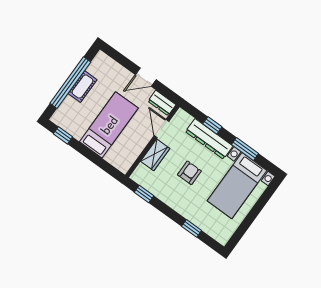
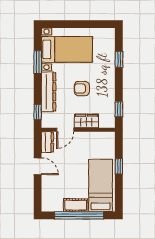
bed: (109, 125) -> (101, 185), moved, turned 90
window: (212, 125) -> (38, 112), moved
window: (63, 135) -> (119, 166), moved

